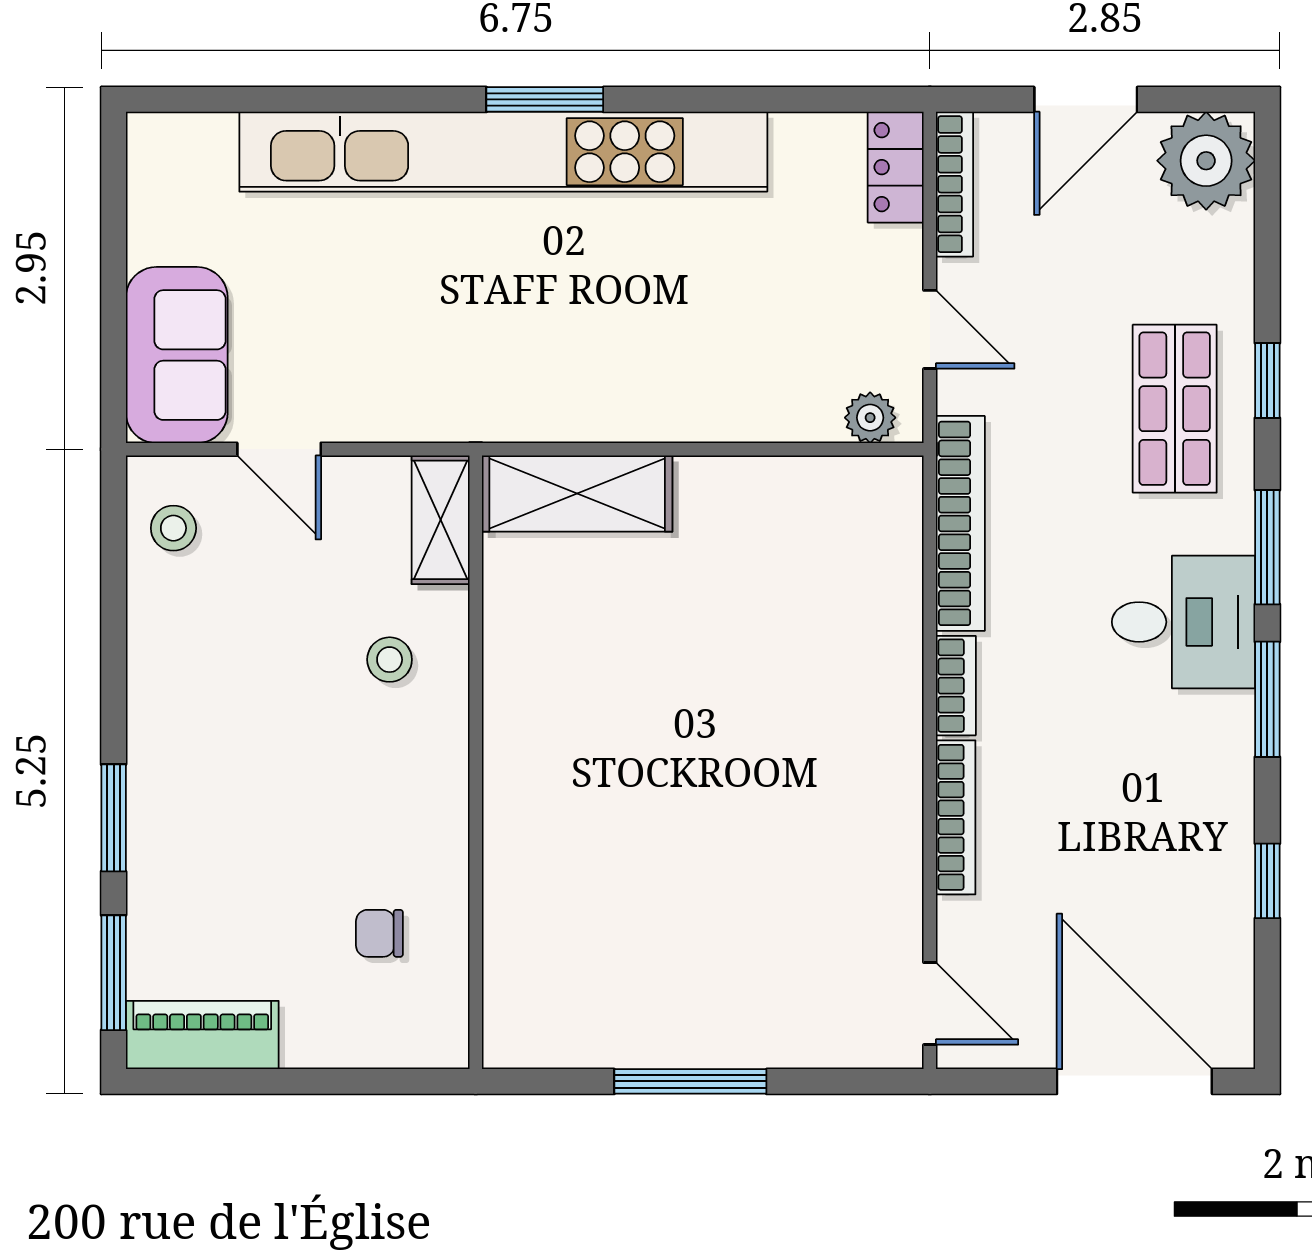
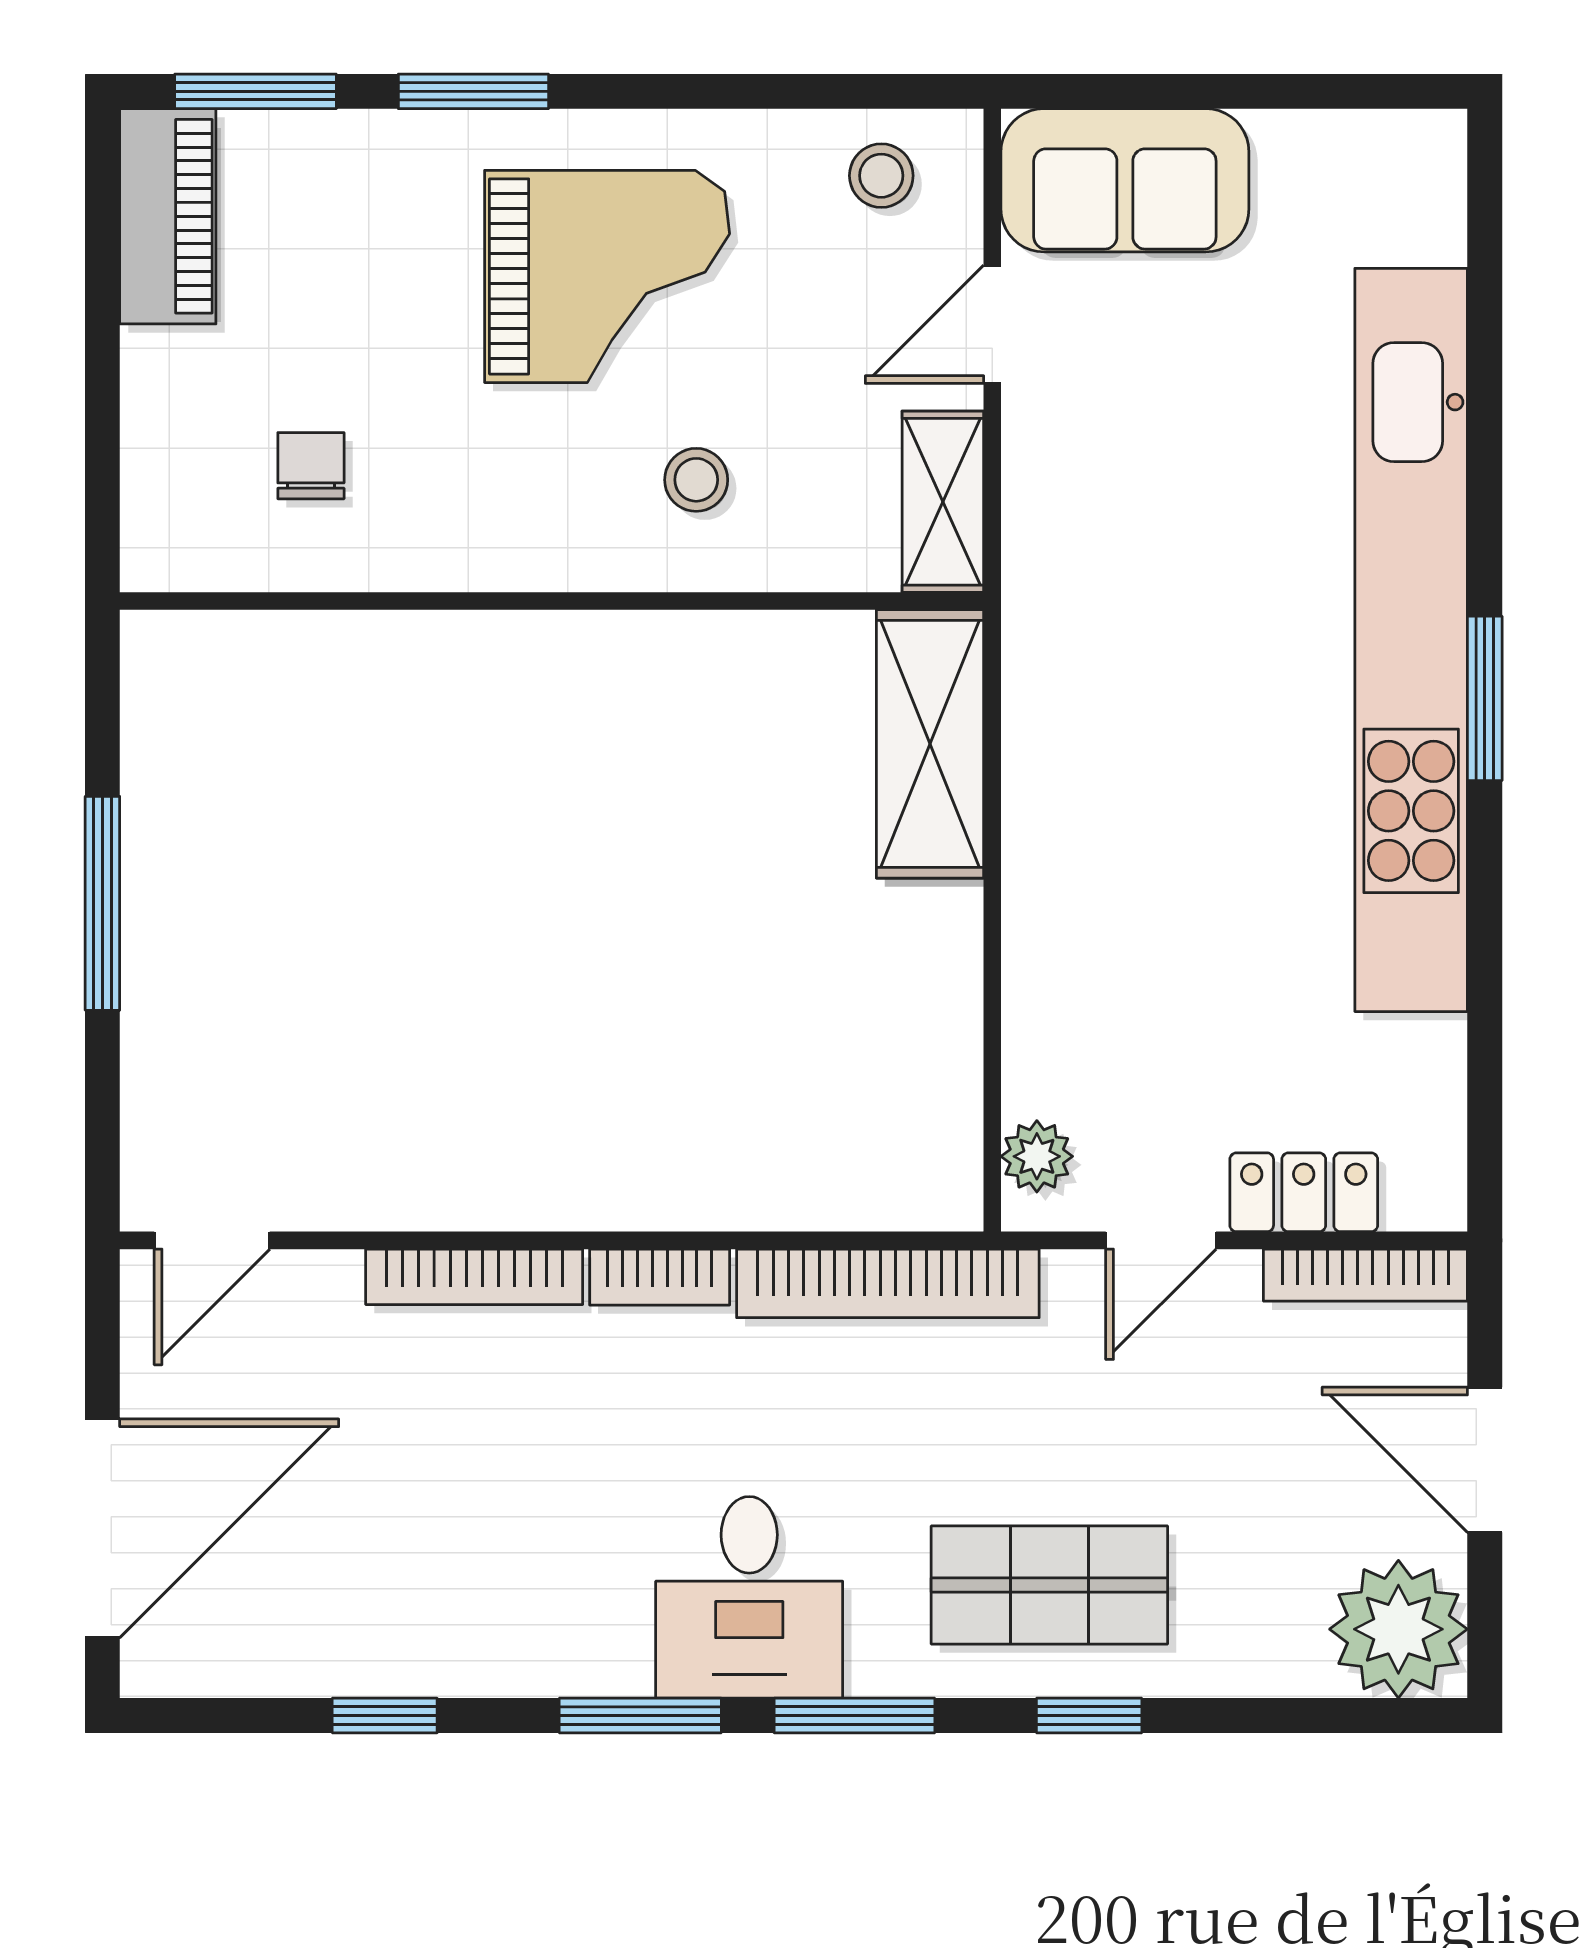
locker: (896, 167) -> (1304, 1192), moved
shelving: (441, 520) -> (943, 502), moved, turned 90
grand piano: (245, 723) -> (607, 276), added

